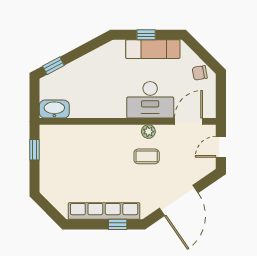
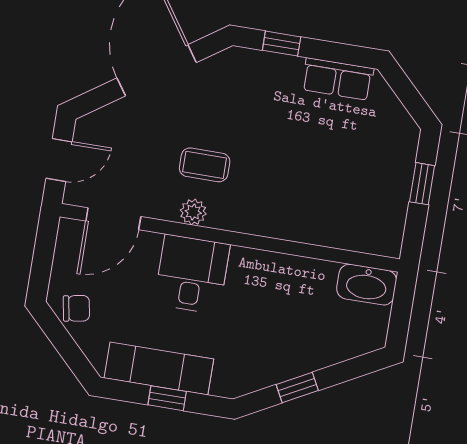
window: (53, 66) -> (297, 388), moved
desk: (150, 100) -> (192, 274), width x0.73
window: (35, 150) -> (422, 184), moved
row of seats: (104, 211) -> (338, 79), width x0.50

